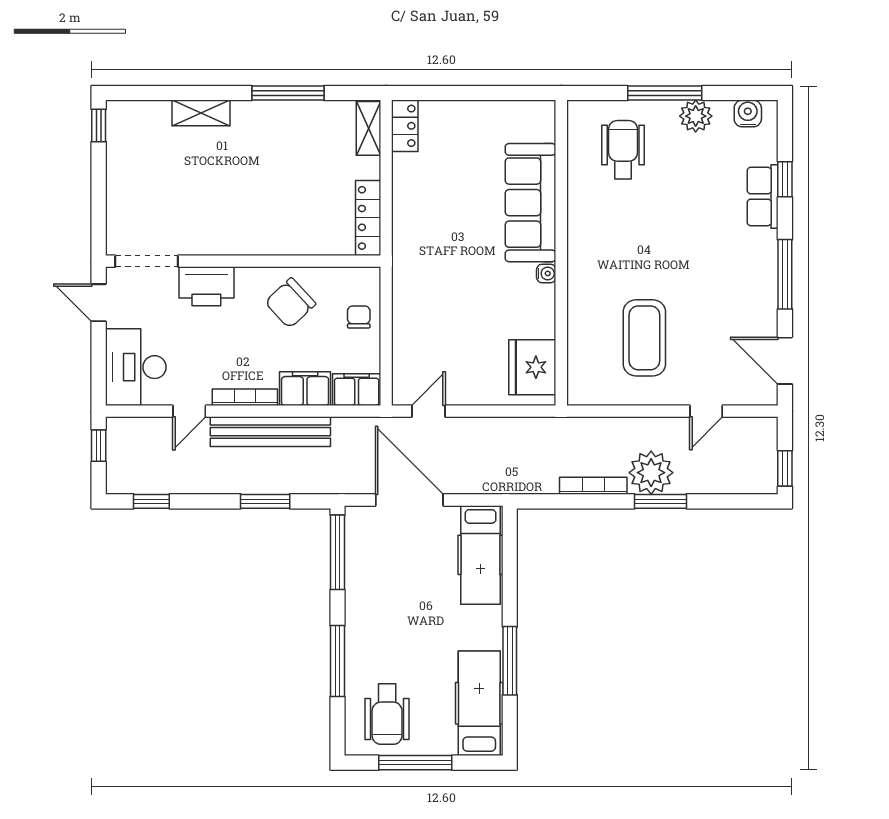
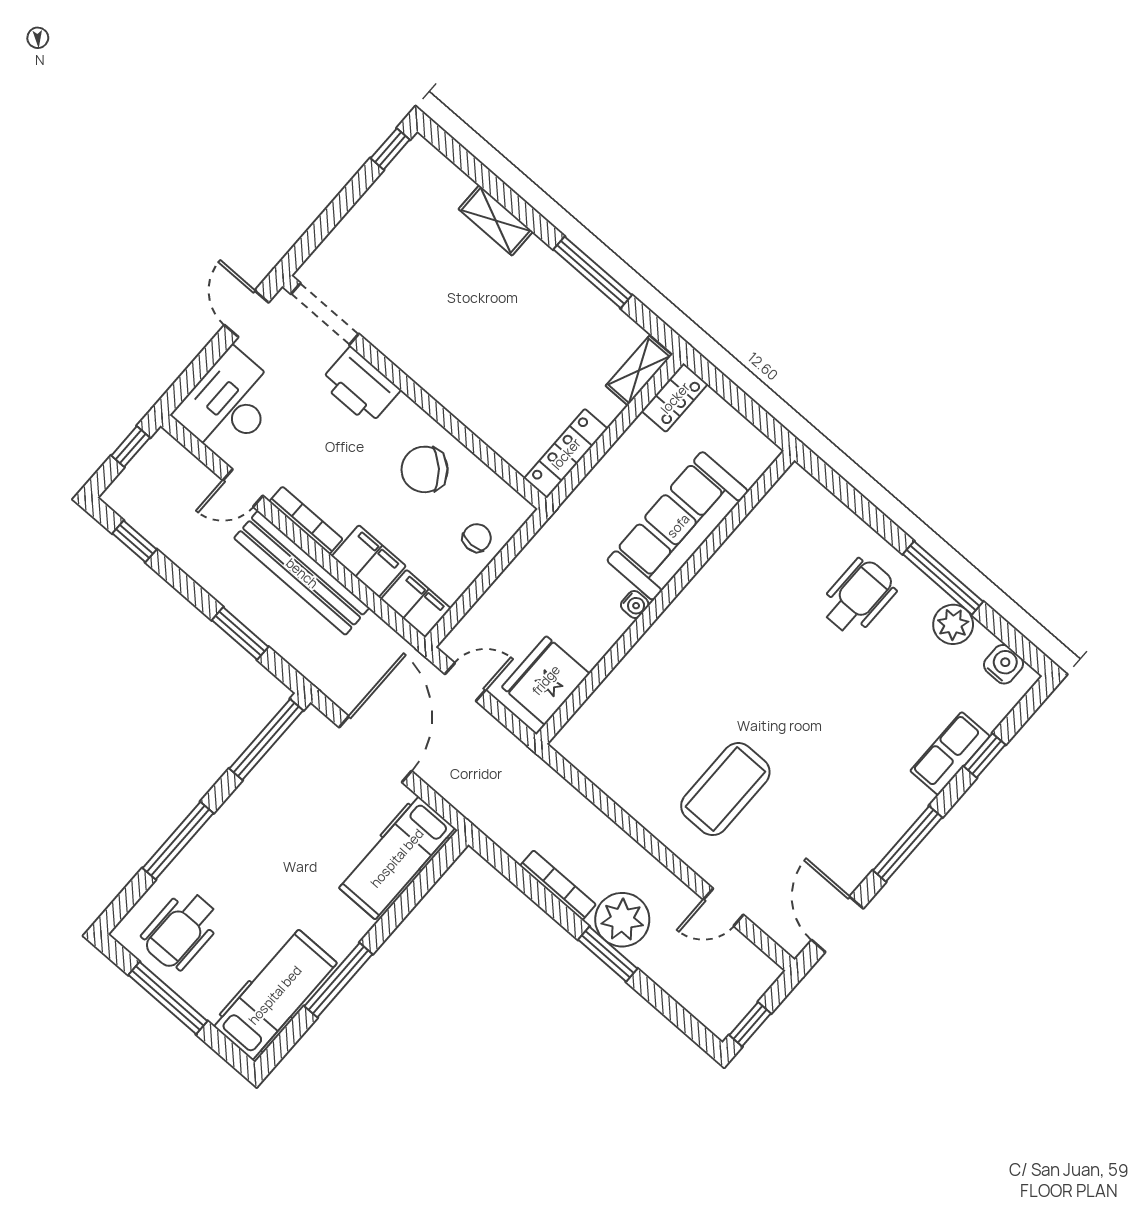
sofa: (530, 203) -> (678, 526), moved
wall: (561, 253) -> (665, 597), moved
water cooler: (546, 273) -> (635, 604), moved
fridge: (532, 367) -> (546, 680), moved

